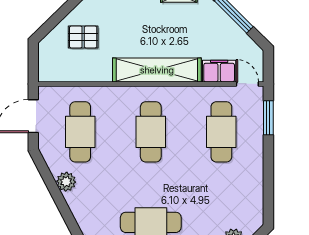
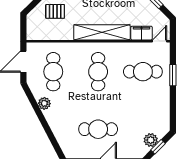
door: (247, 84) -> (160, 41), hinge flipped
window: (268, 118) -> (173, 75), moved
cafe table: (221, 132) -> (143, 72), turned 90

